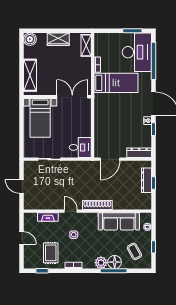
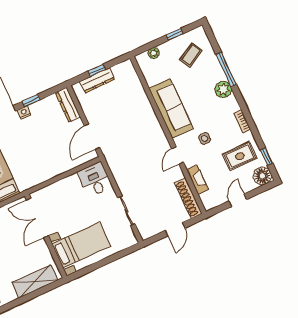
door: (110, 159) -> (92, 137), swing flipped
shoe rack: (97, 205) -> (188, 198), moved
sofa: (119, 221) -> (171, 108), moved
floor lamp: (115, 262) -> (262, 176), moved

